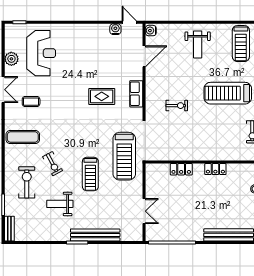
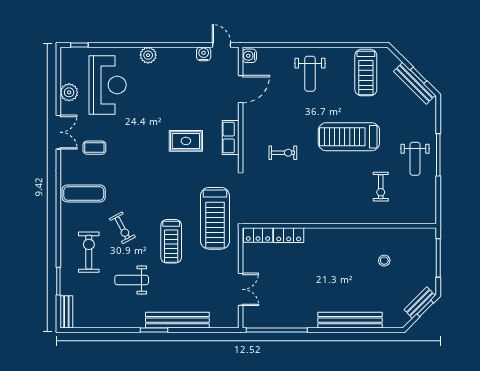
plant: (73, 30) -> (148, 55), added
locker: (215, 169) -> (258, 235), moved

